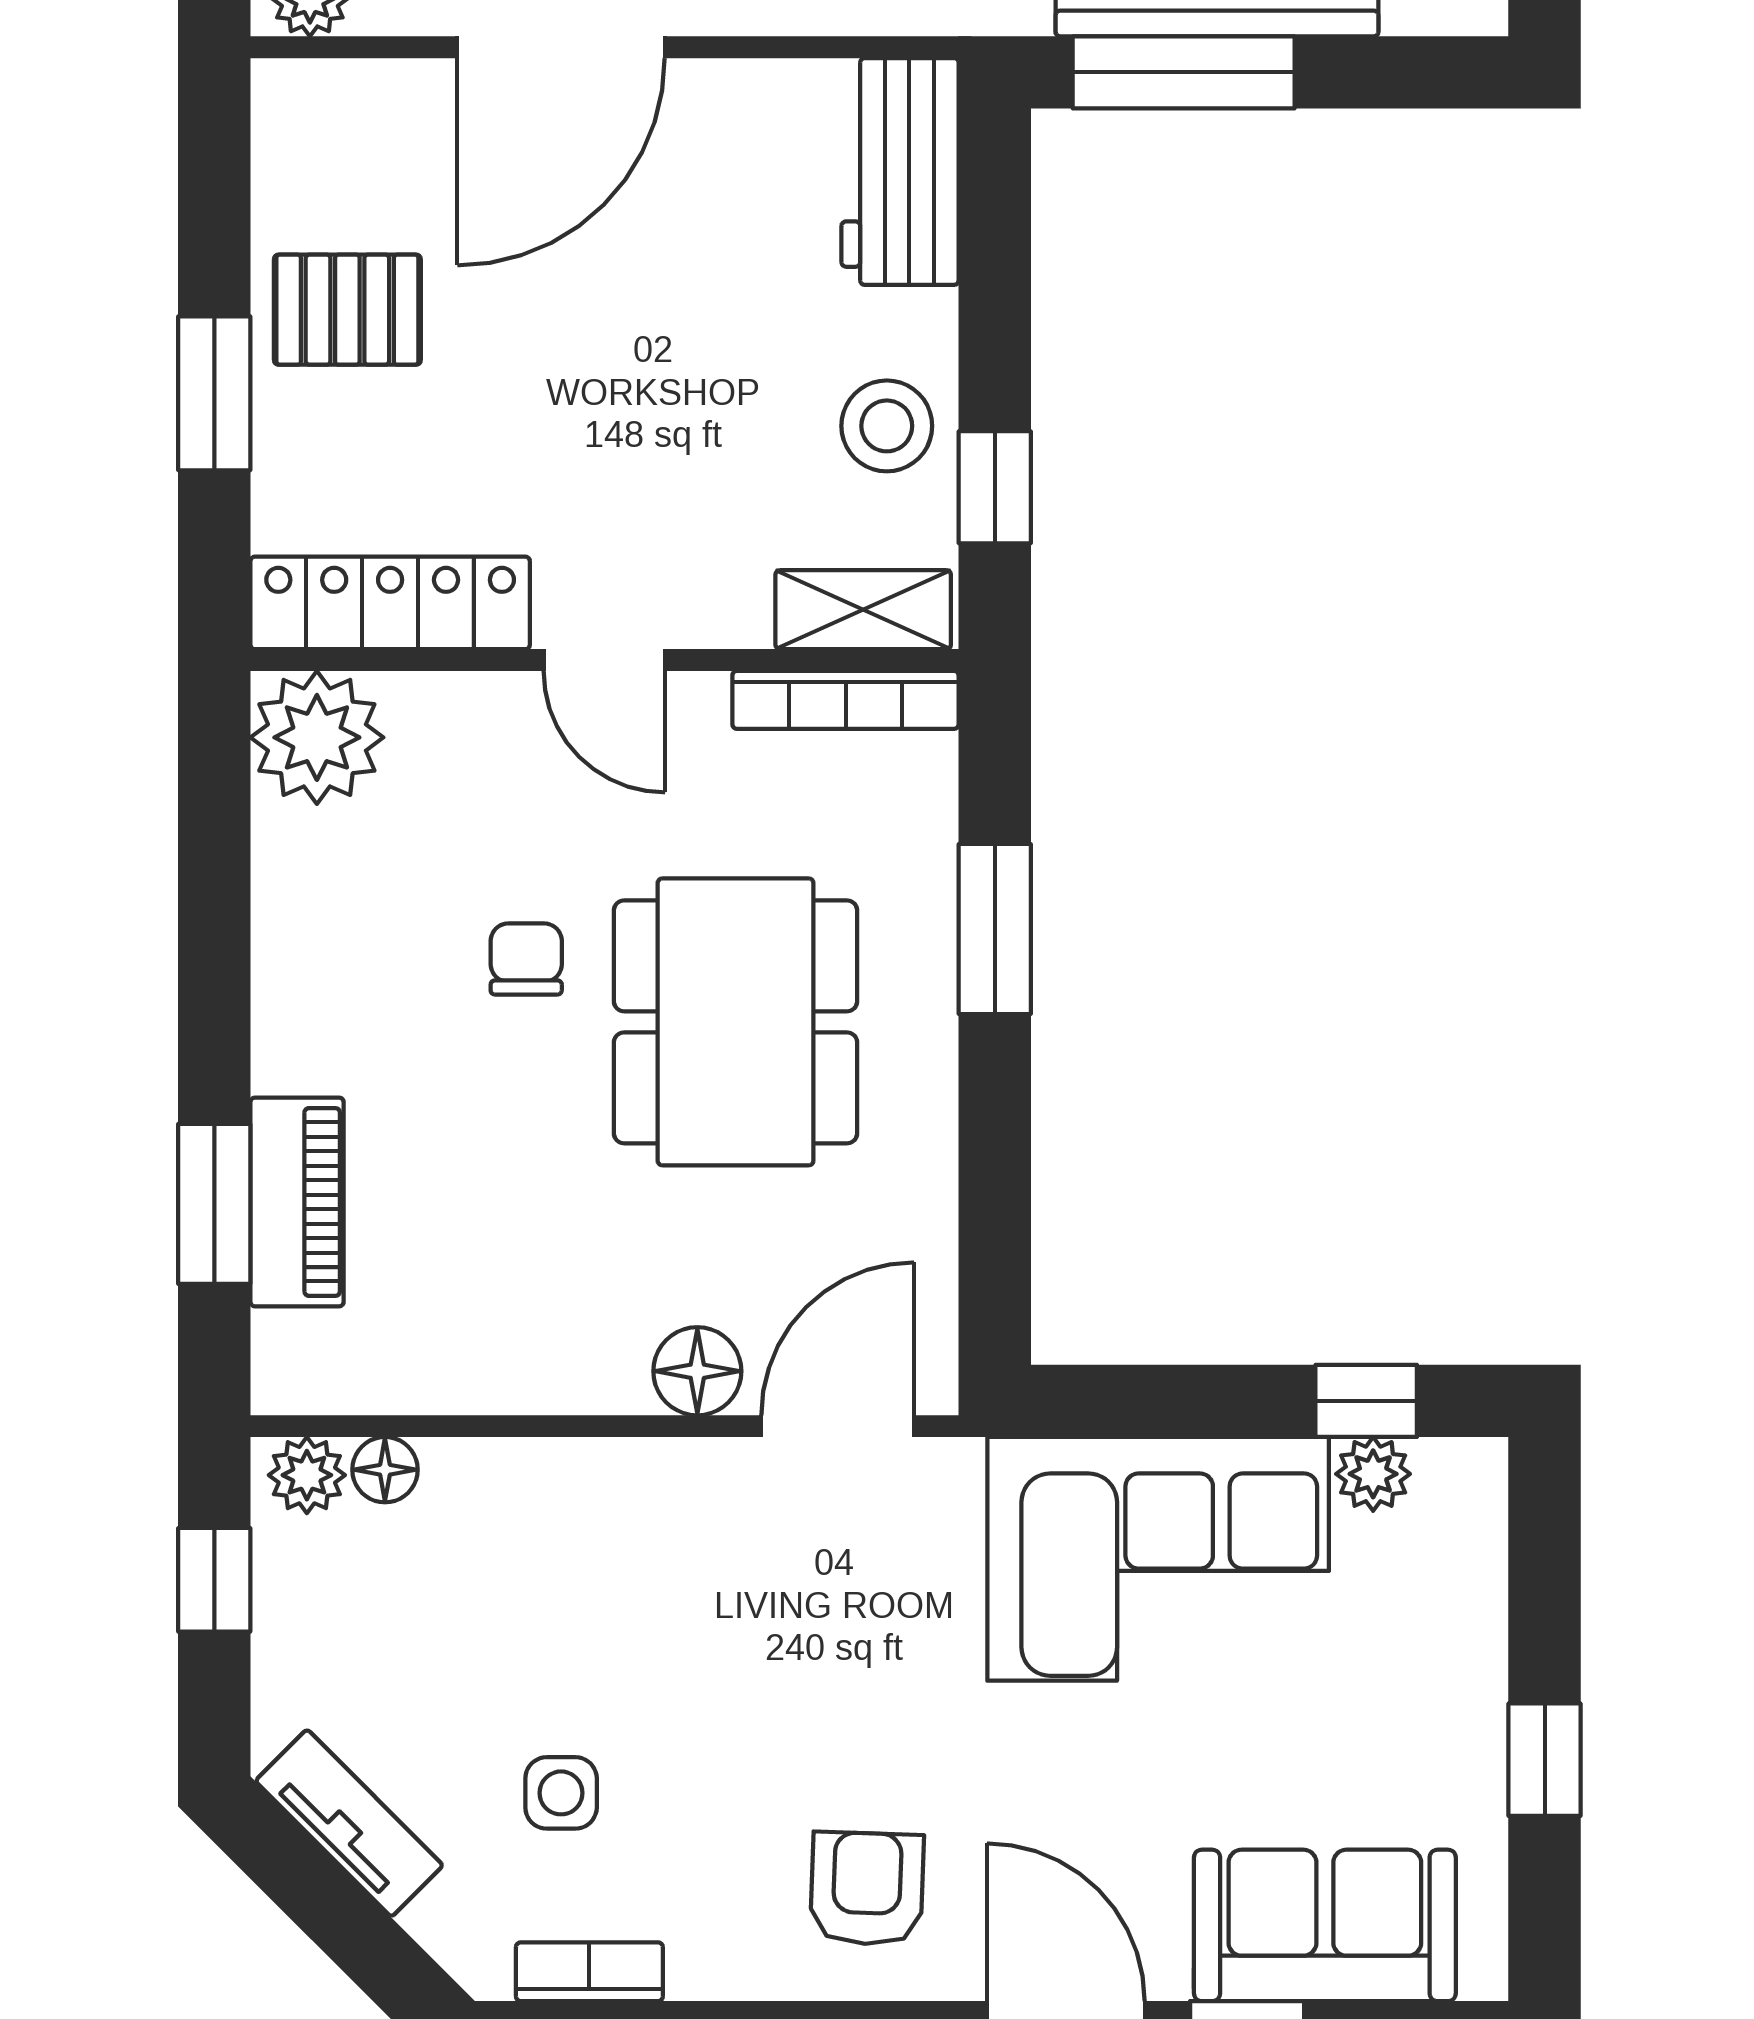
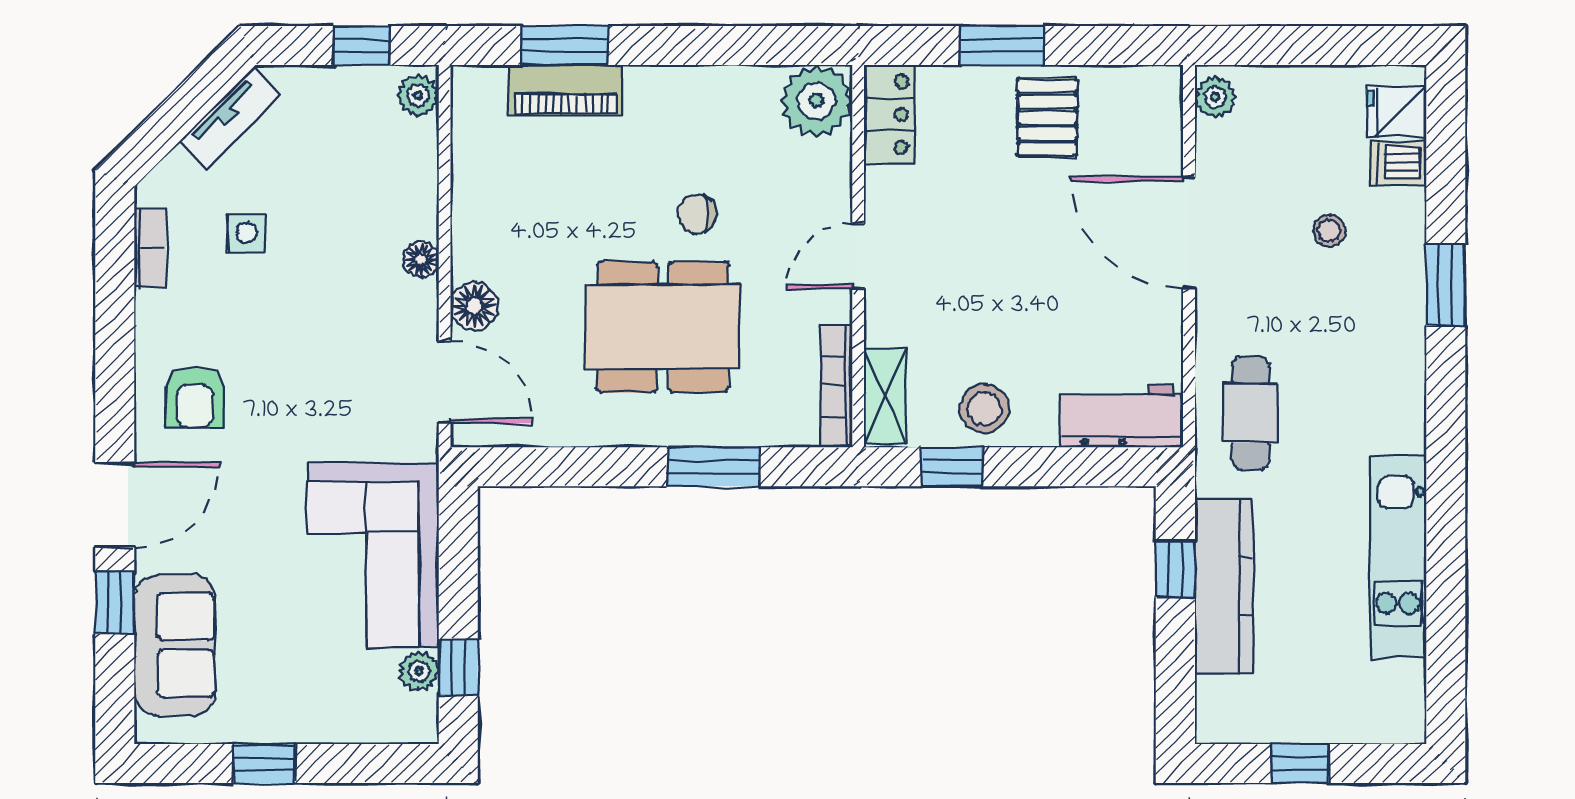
window: (1184, 72) -> (1175, 569), width x0.46
locker: (390, 603) -> (889, 114), width x0.66
chair: (526, 959) -> (697, 214), turned 180
floor lamp: (385, 1470) -> (421, 260), moved
armchair: (867, 1889) -> (195, 398), turned 88

